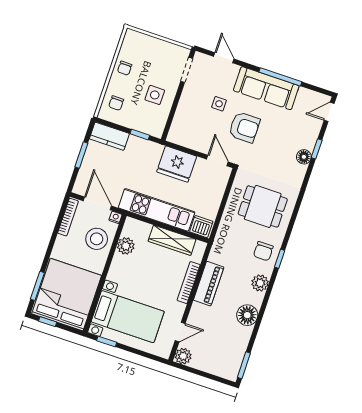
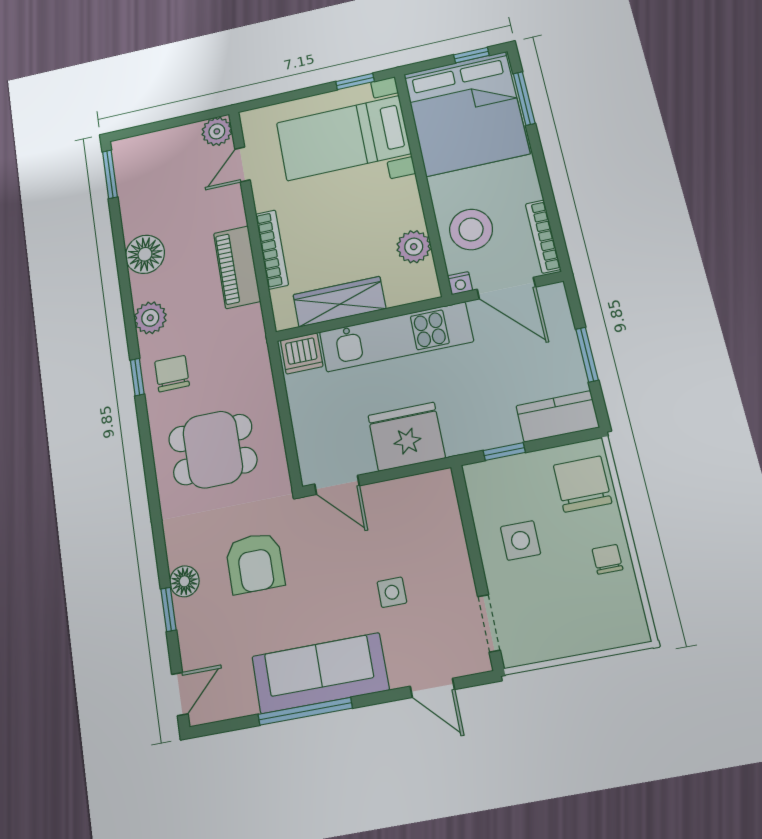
chair: (116, 103) -> (583, 484), width x1.87, depth x1.87
armchair: (244, 127) -> (255, 563), moved, turned -90

